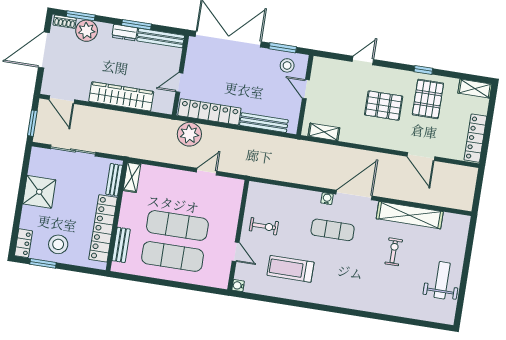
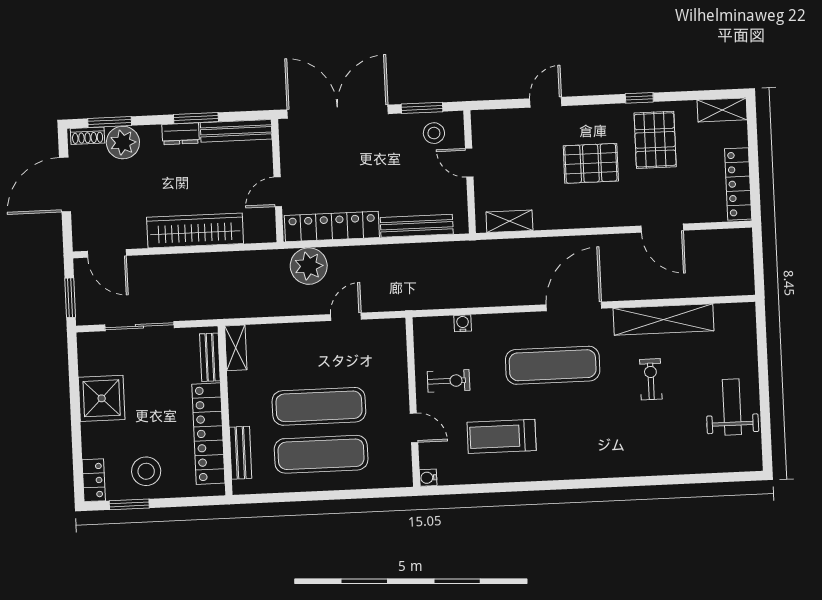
water cooler: (327, 199) -> (463, 323), moved
exercise mat: (333, 230) -> (553, 365), width x1.36, depth x1.45

